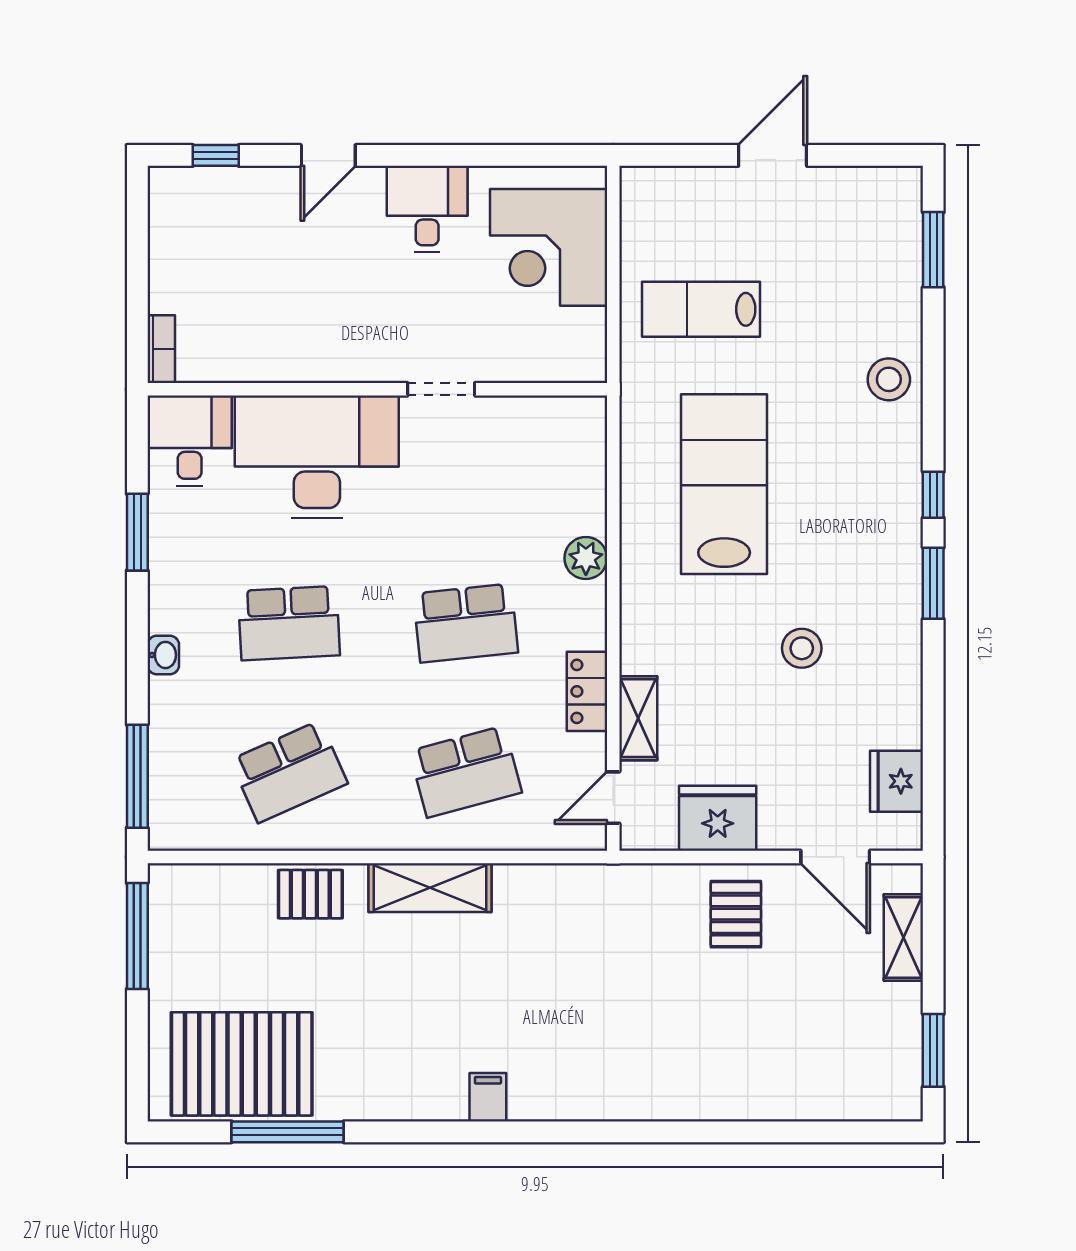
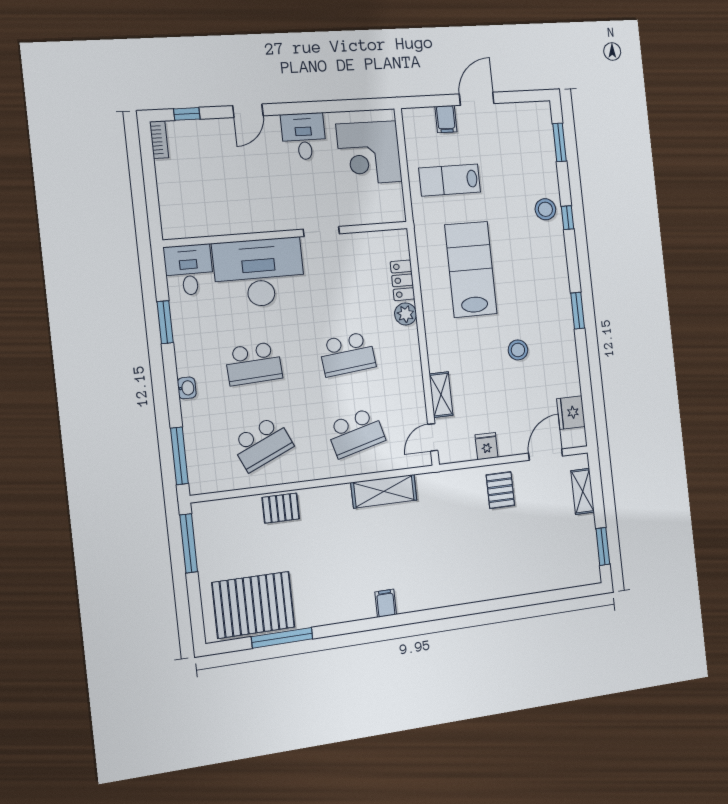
filing cabinet: (706, 191) -> (446, 119), added
bookcase: (161, 349) -> (159, 140), moved
window: (933, 495) -> (568, 218), moved
locker: (587, 691) -> (403, 280), moved
fridge: (718, 818) -> (487, 446), width x0.53, depth x0.75
door: (835, 857) -> (546, 455), swing flipped
shelving: (430, 888) -> (384, 491), moved

